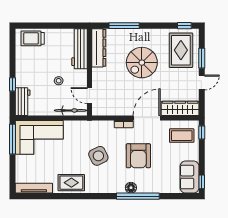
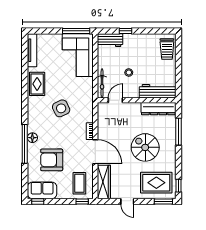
trolley: (33, 38) -> (167, 49), turned 180
window: (202, 58) -> (163, 201), moved
armchair: (138, 156) -> (52, 160), moved

